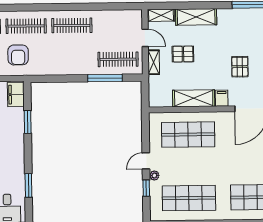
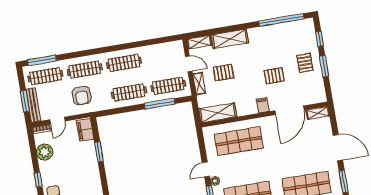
clothes rail: (72, 60) -> (129, 92), added
pallet: (240, 67) -> (274, 76), turned 90
shelving: (194, 98) -> (218, 113), moved

